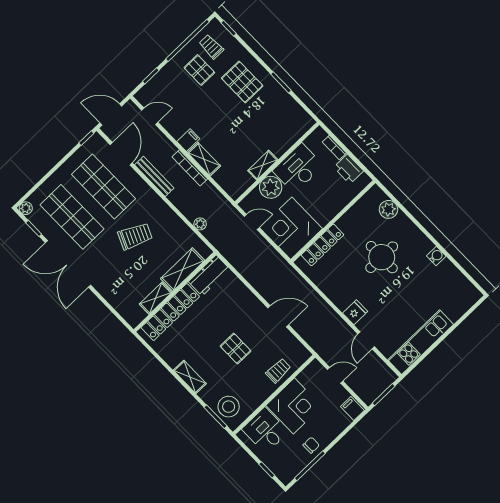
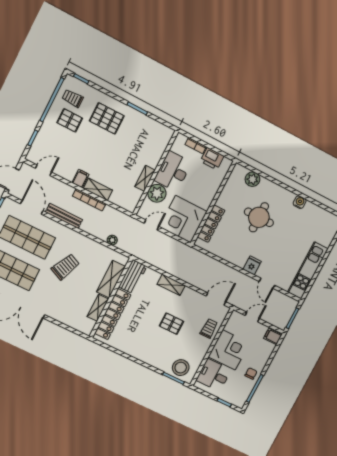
door: (278, 316) -> (216, 299), moved
shelving: (190, 377) -> (171, 285), moved

